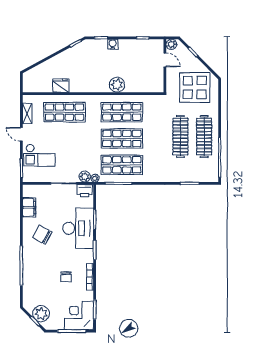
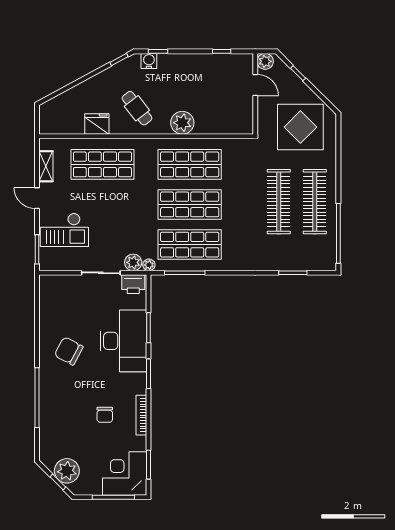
water cooler: (113, 44) -> (149, 61), moved
cafe table: (87, 75) -> (137, 108), added
filing cabinet: (29, 207) -> (49, 309), removed

